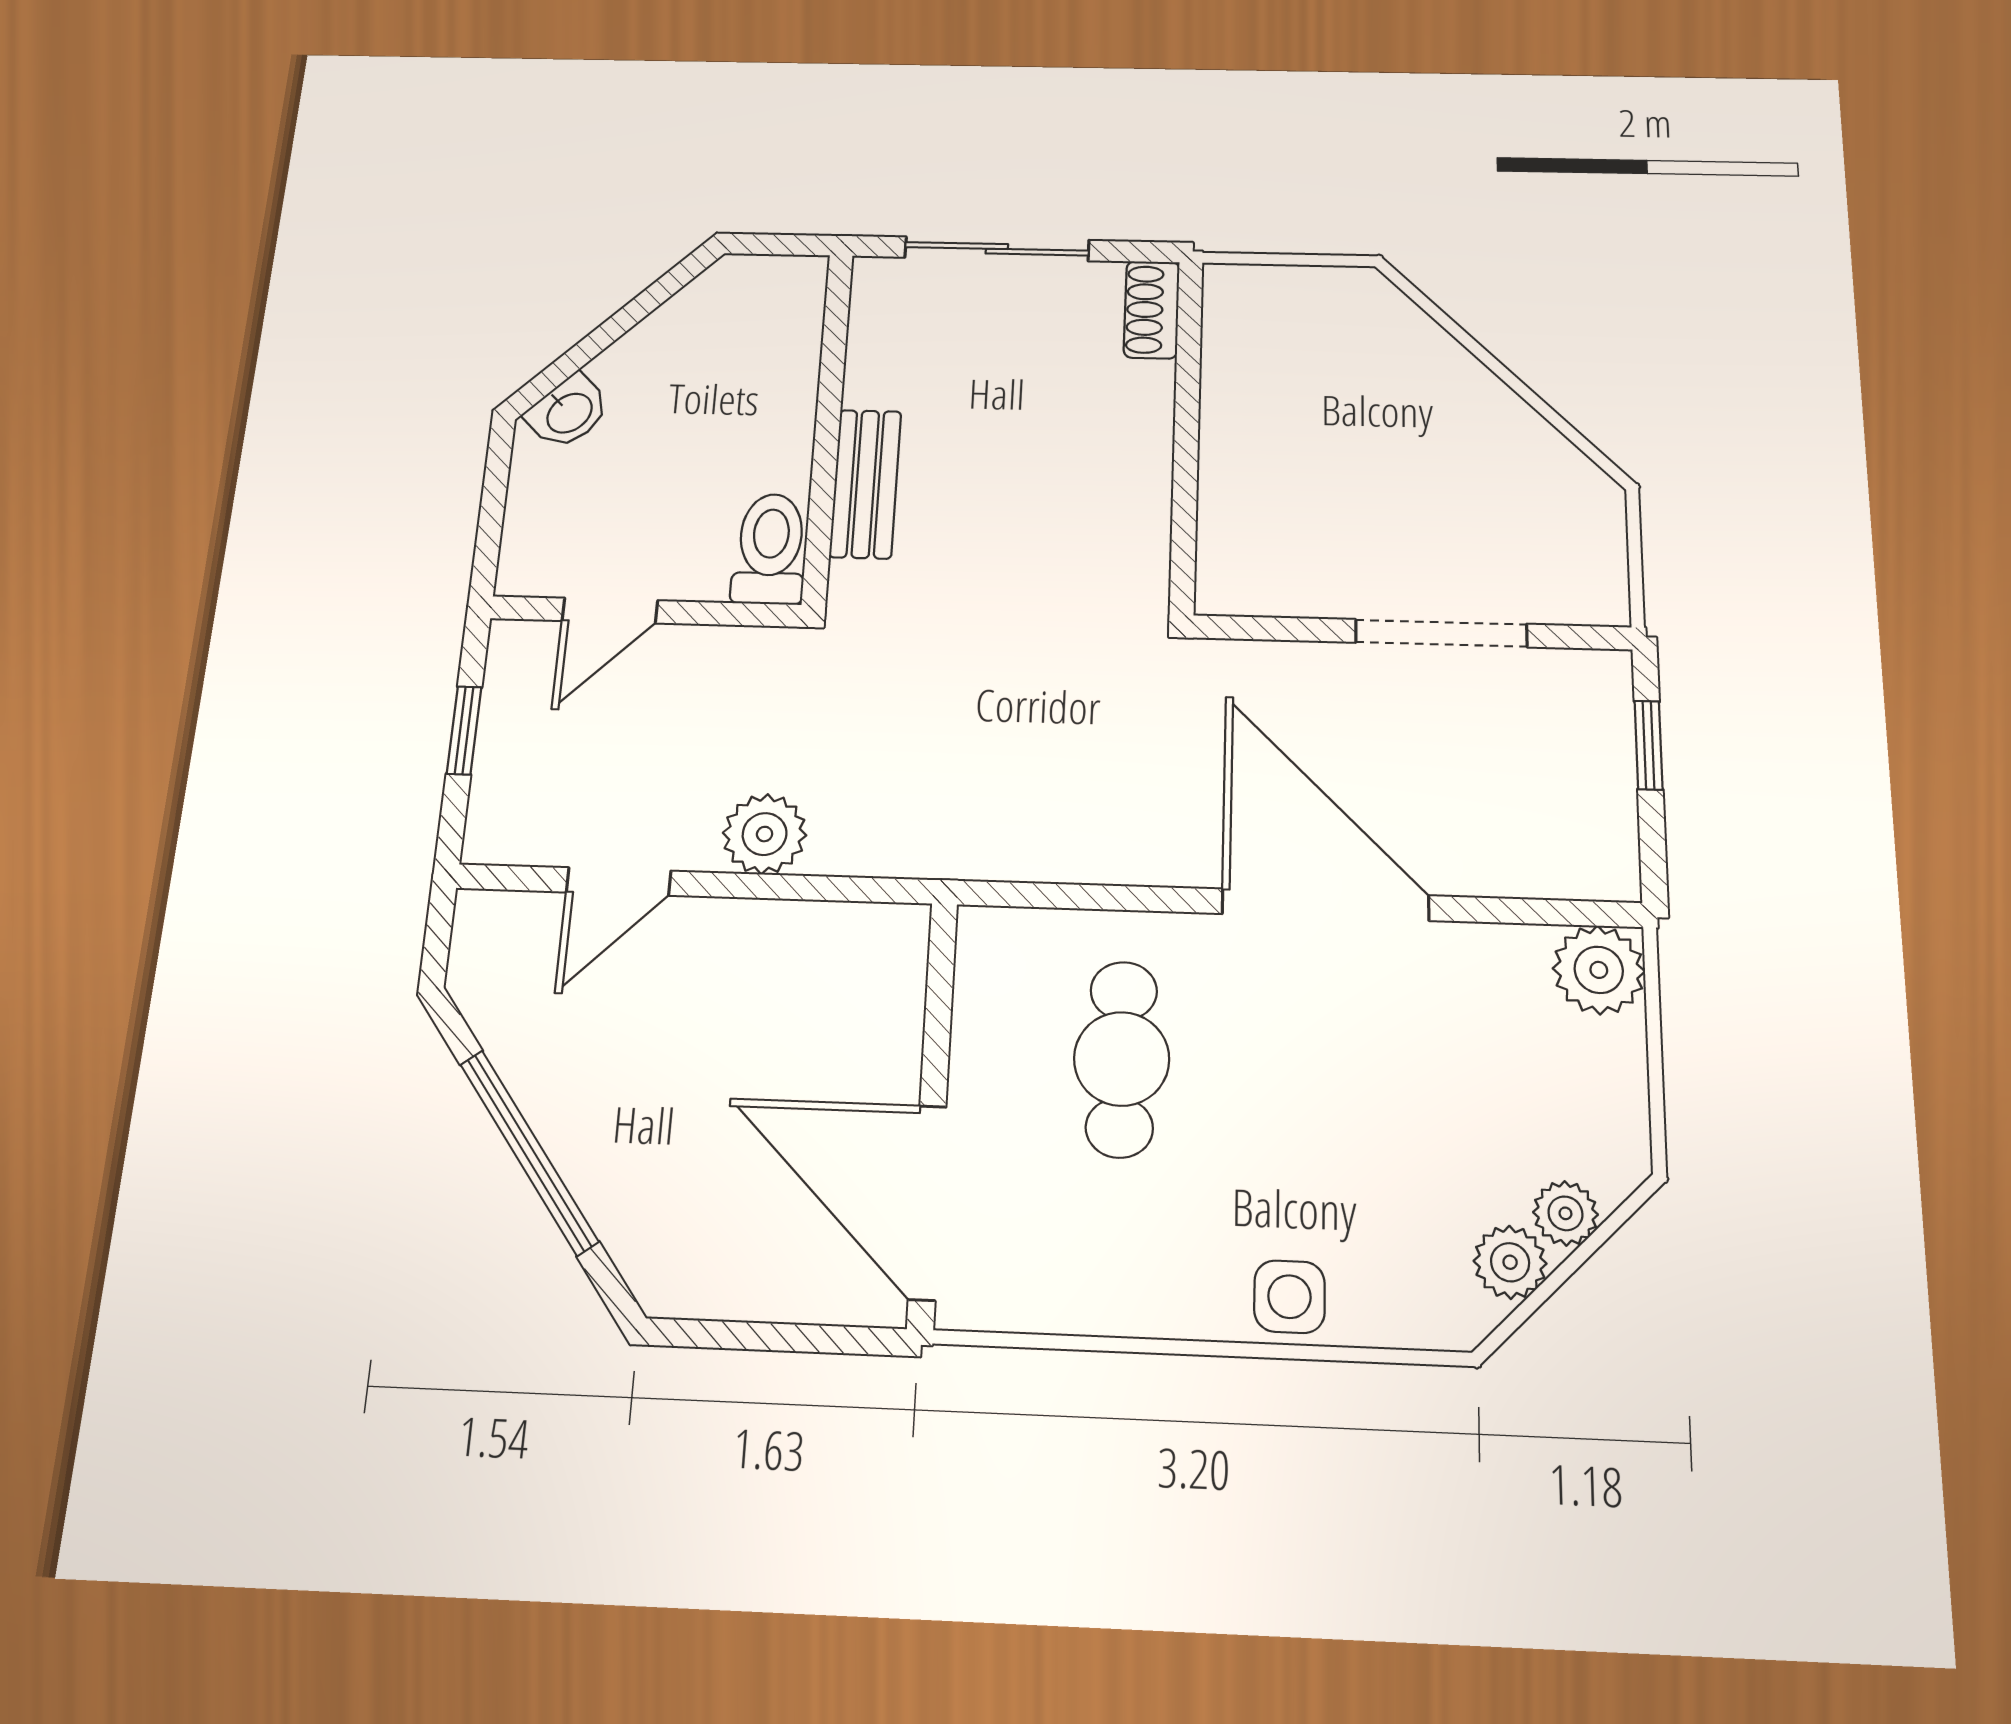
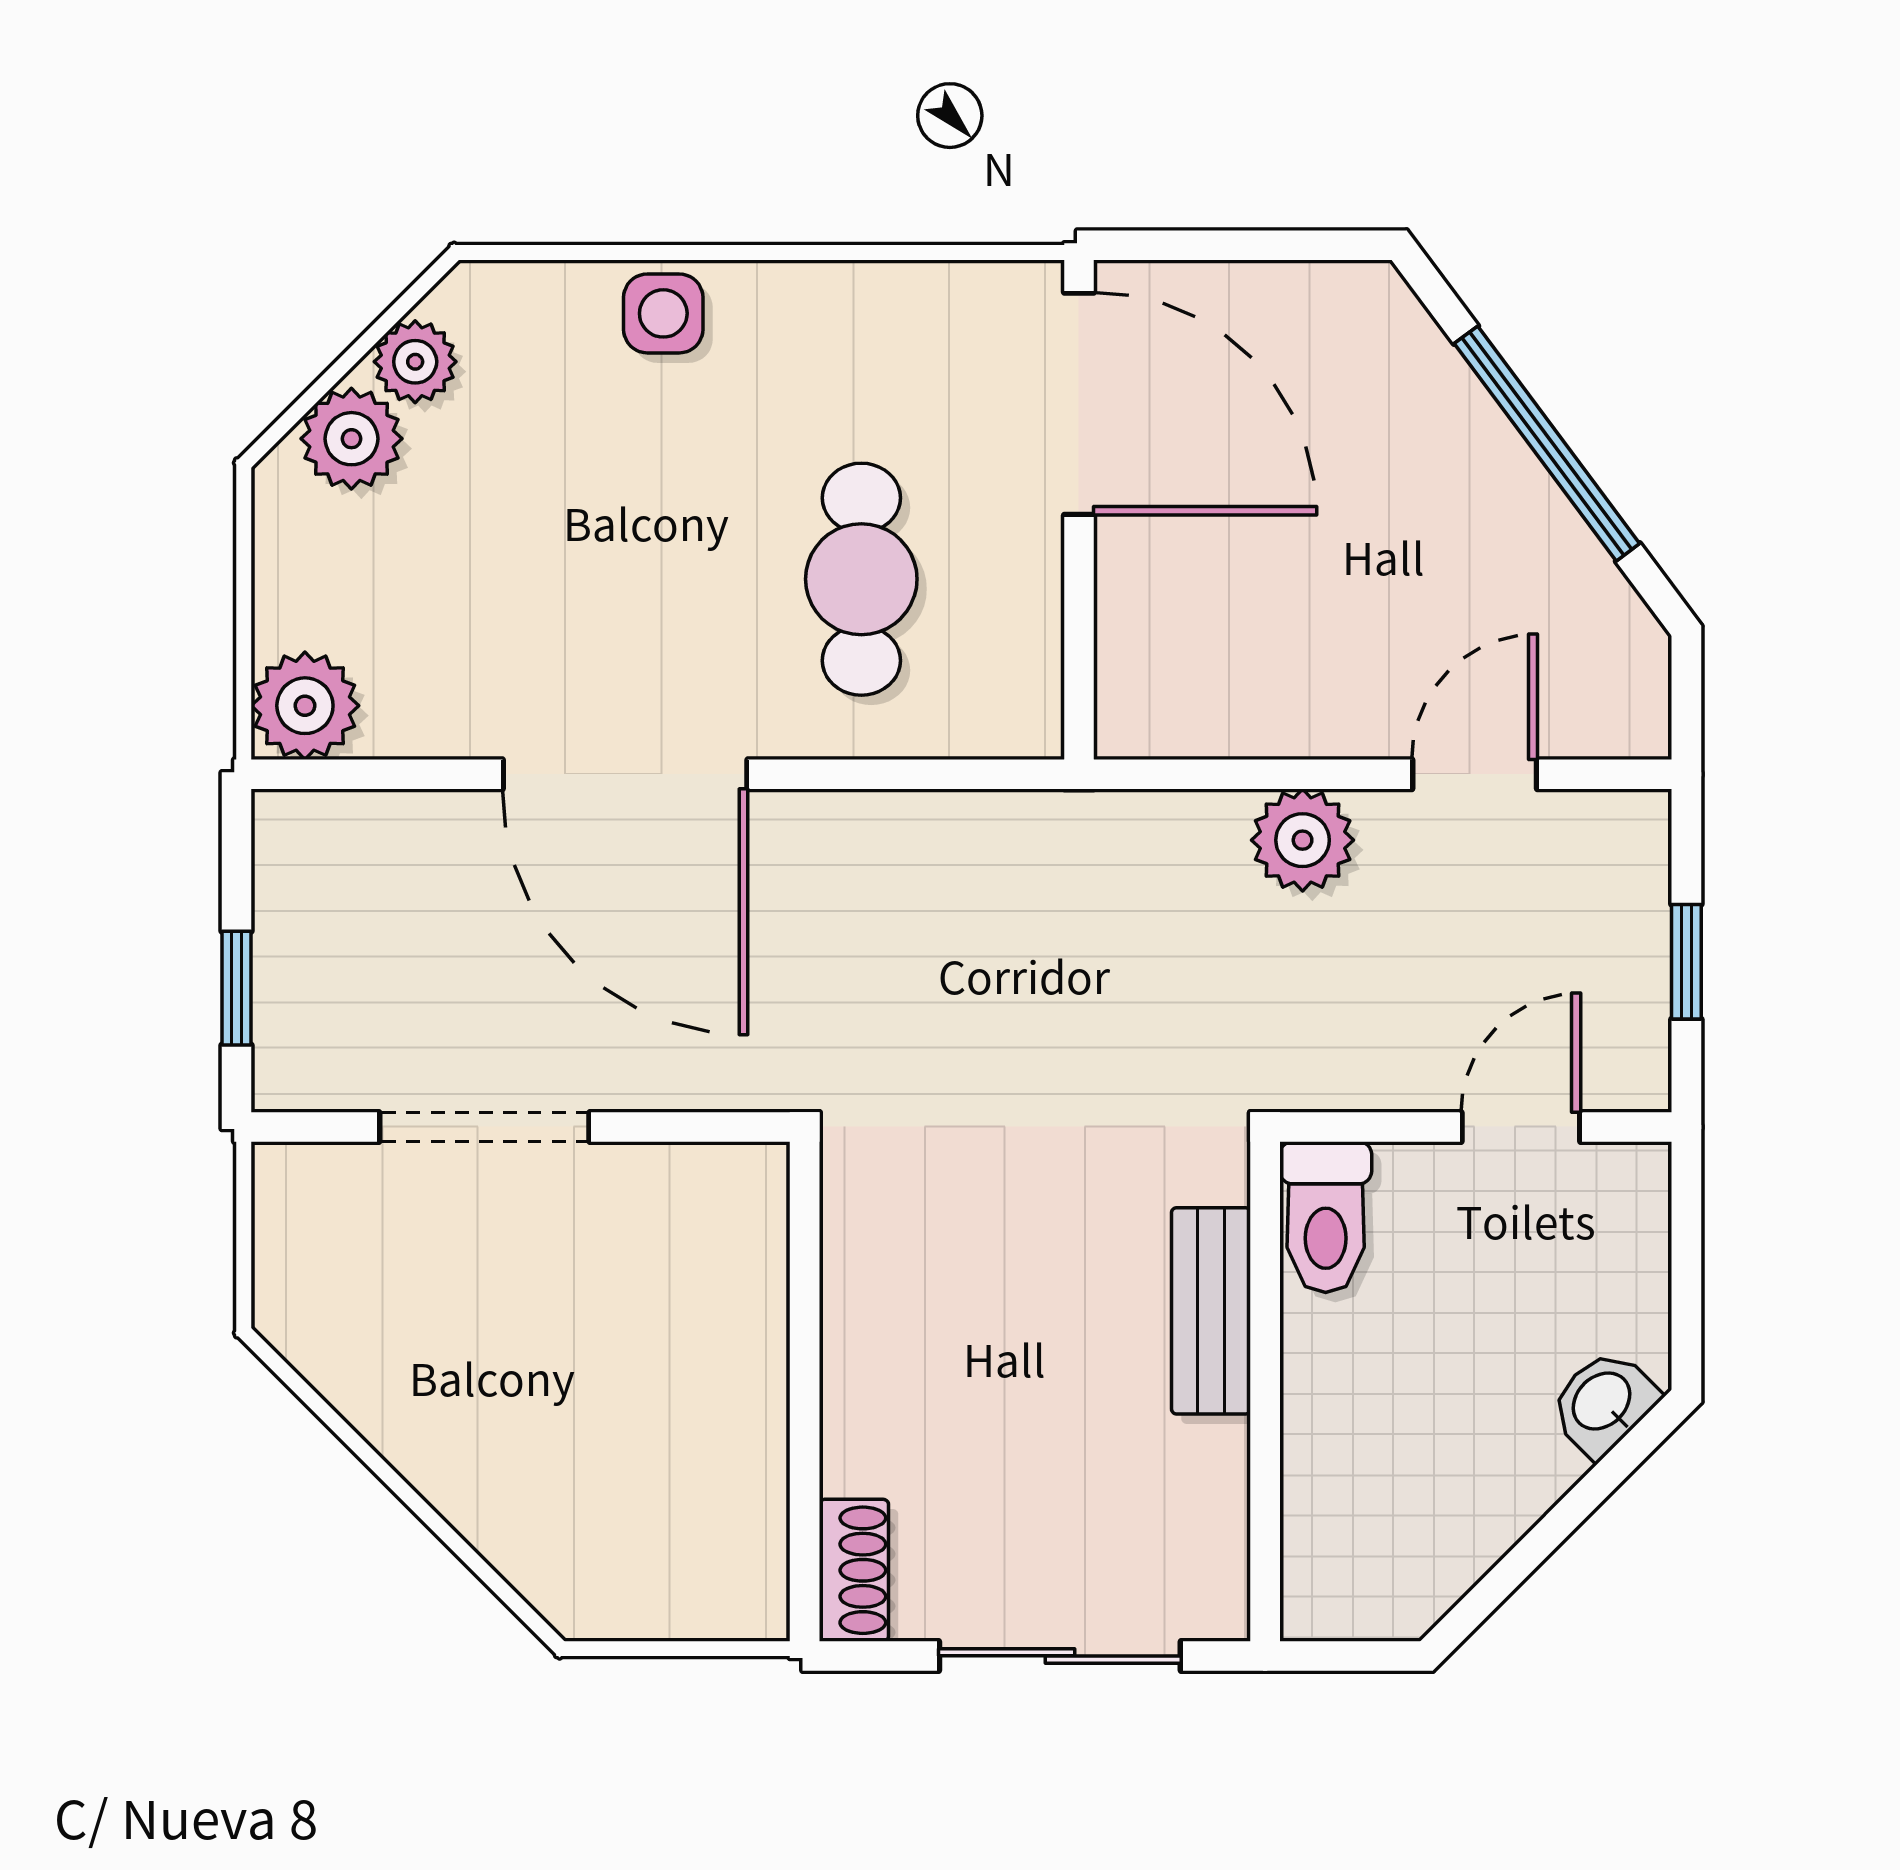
plant: (1565, 1213) -> (351, 439), width x1.38, depth x1.38

